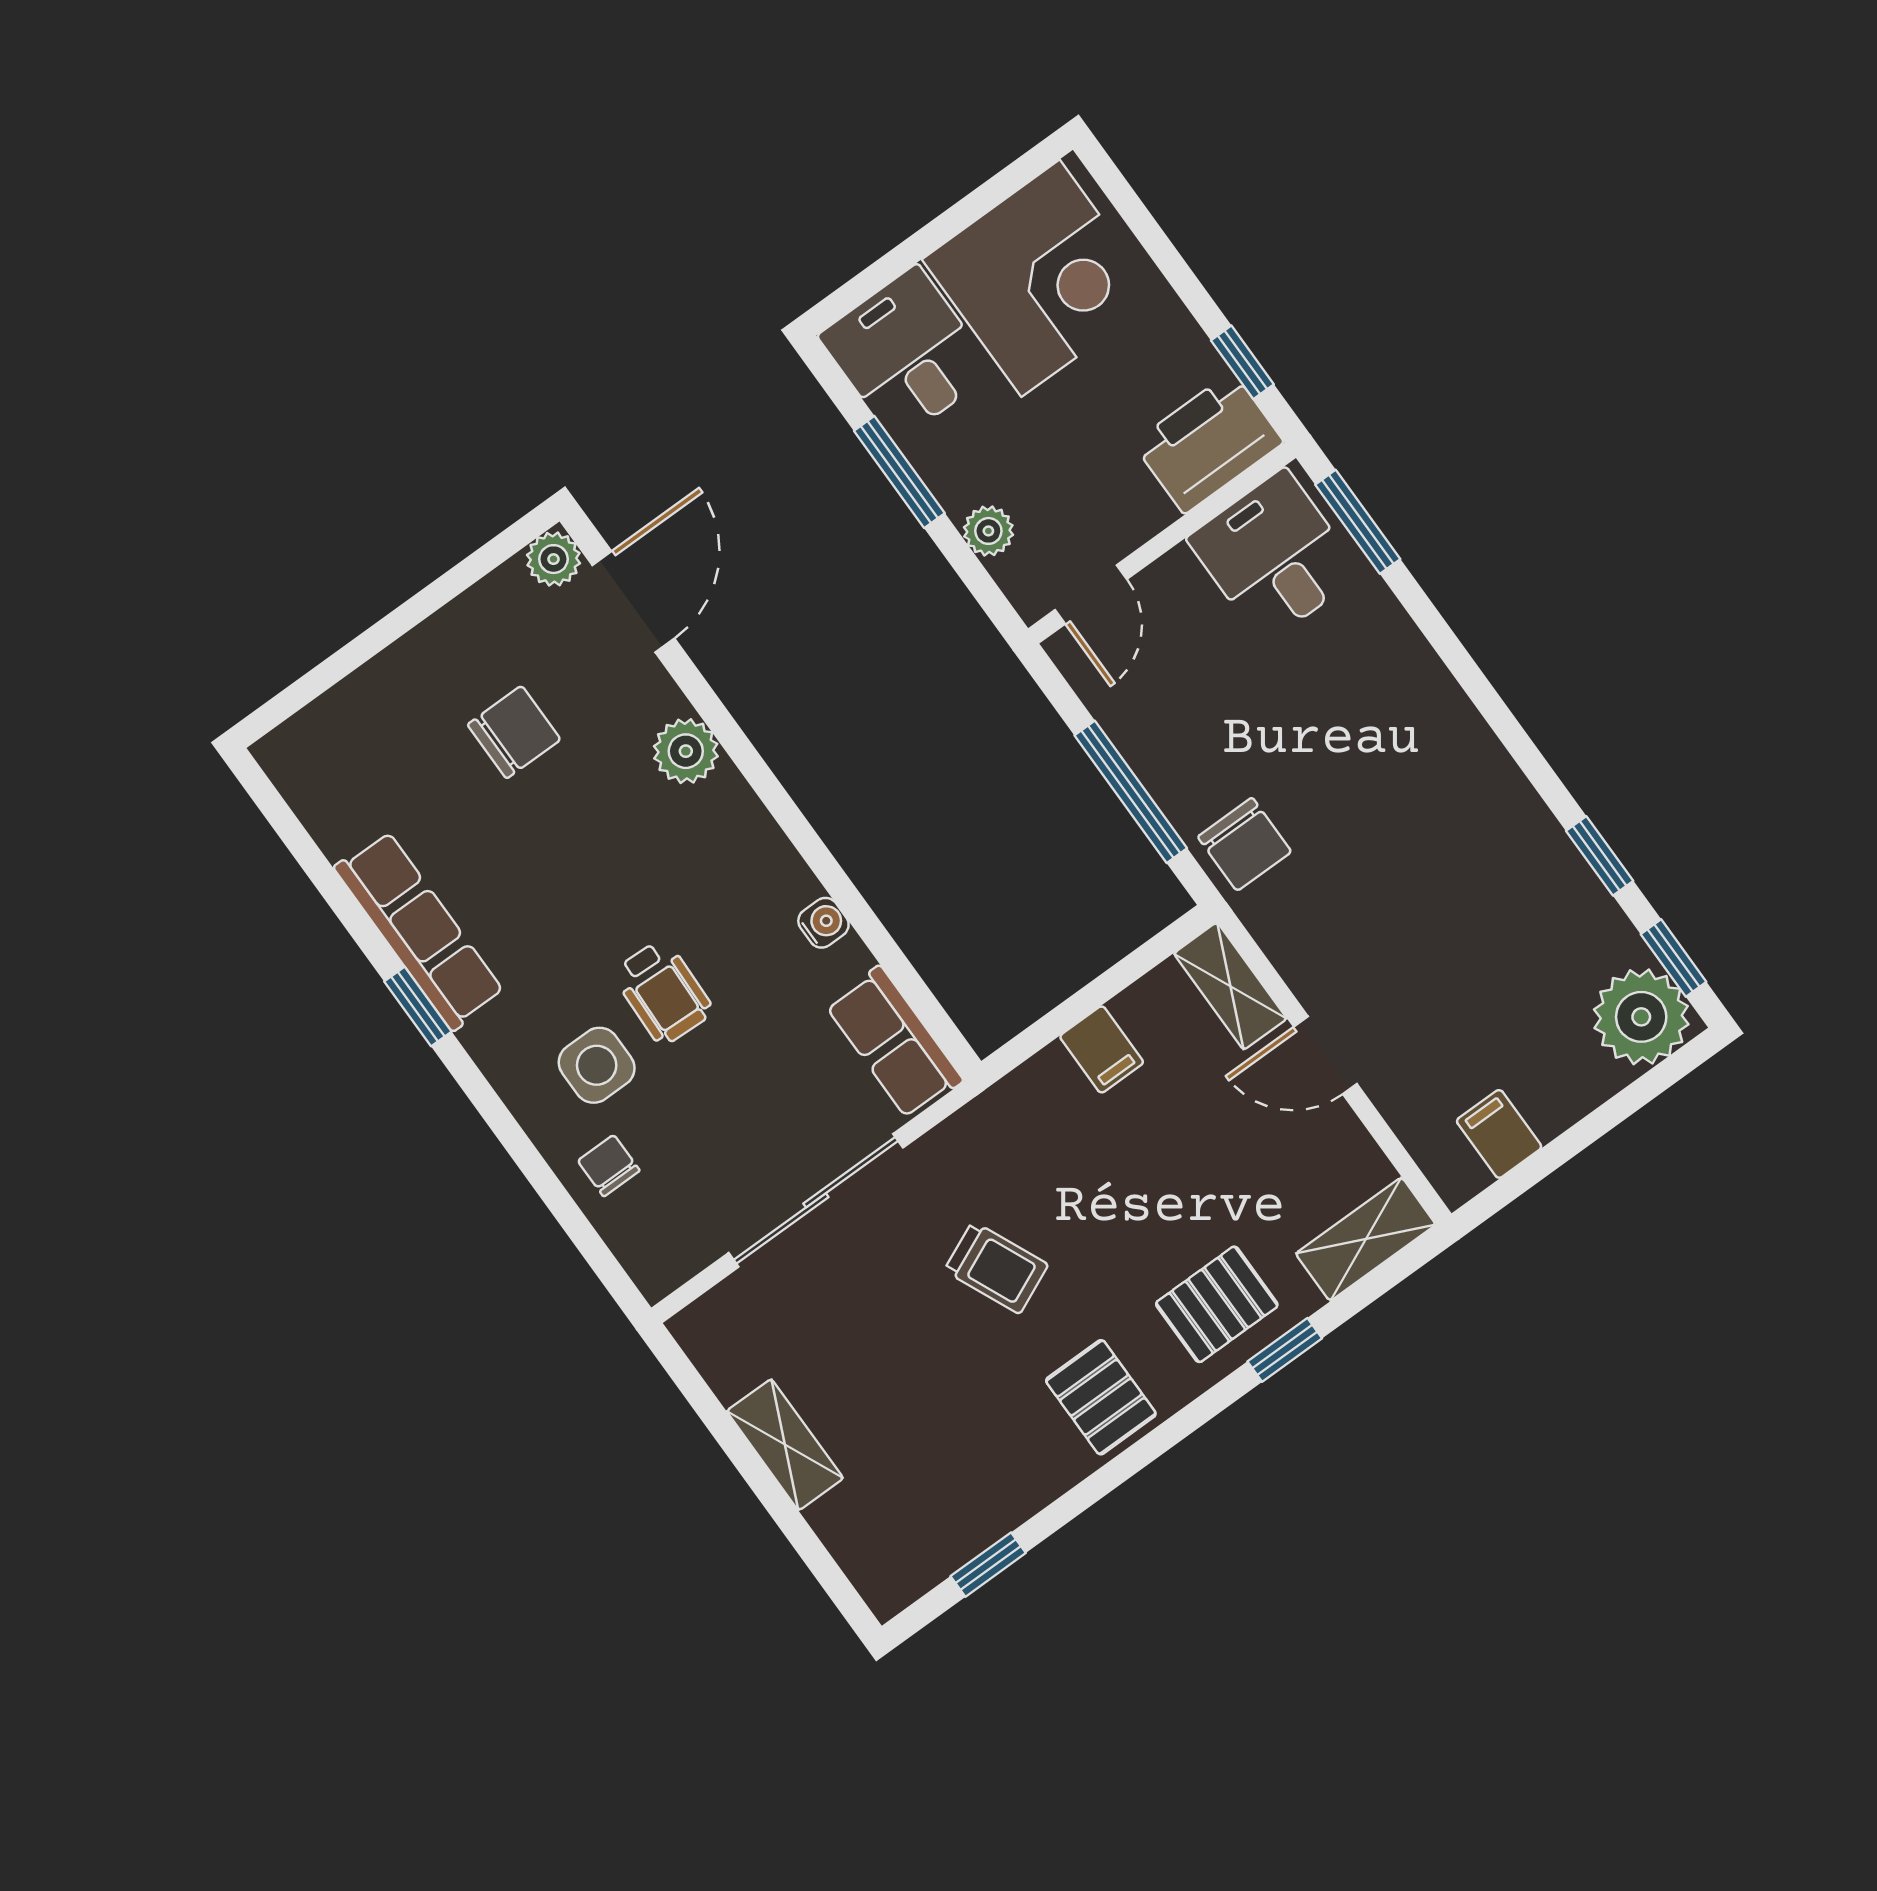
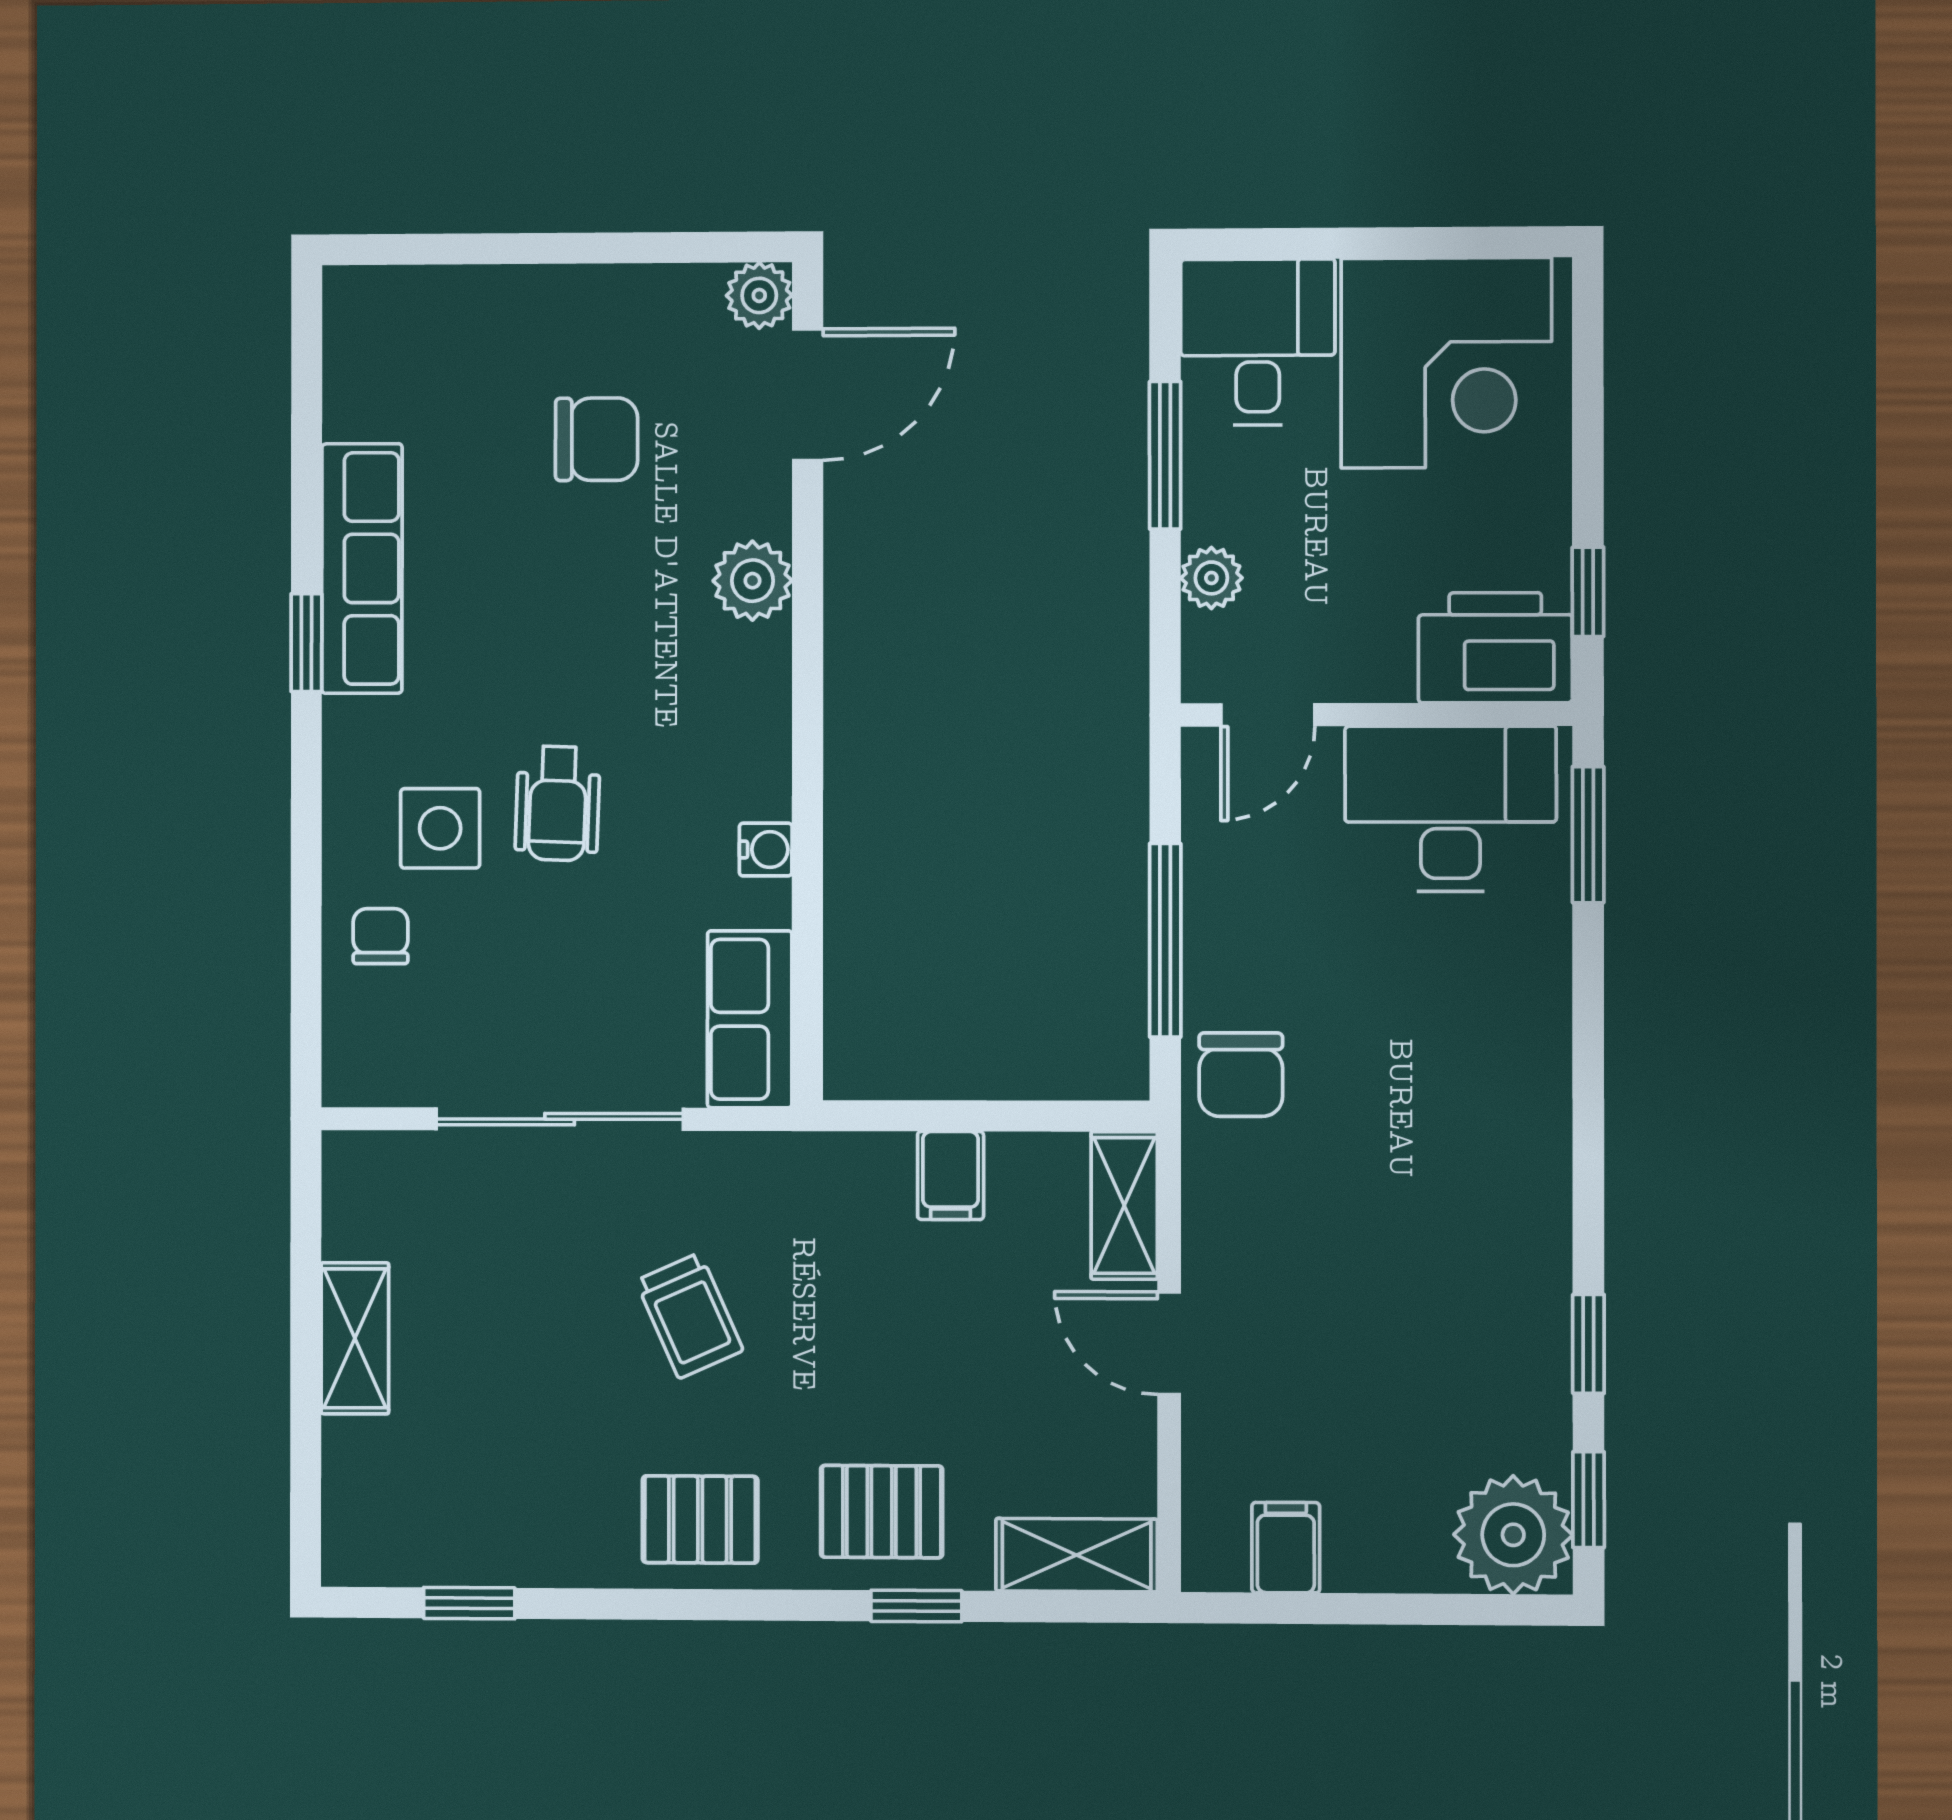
desk: (1274, 556) -> (1451, 809), width x1.37
pallet: (1101, 1397) -> (700, 1519), turned 90

